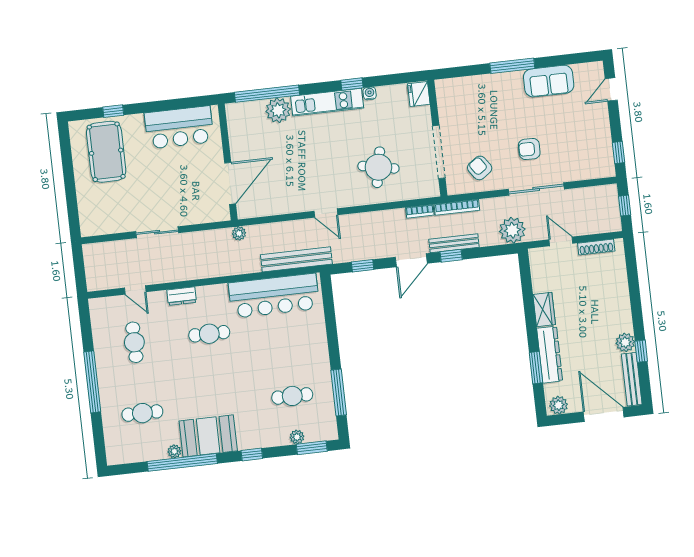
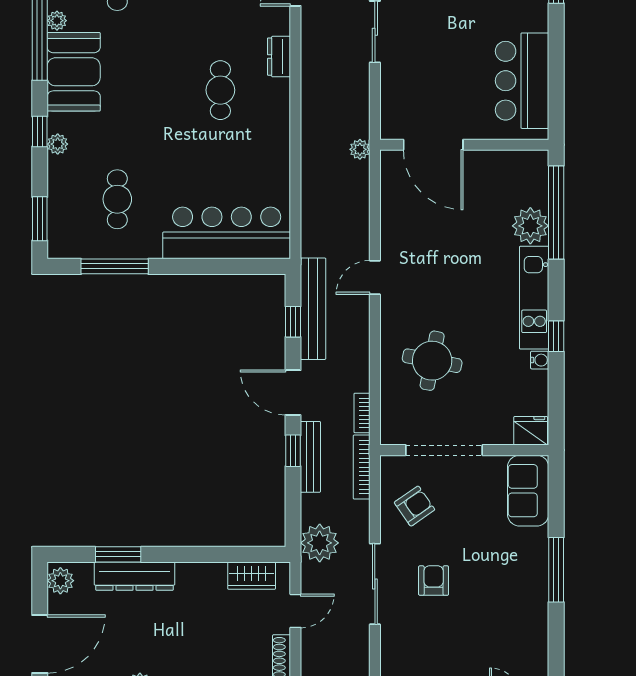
sofa: (549, 81) -> (528, 491), moved
bench: (296, 259) -> (313, 309), moved
bar counter: (274, 296) -> (227, 233), moved, turned 90
wardrobe: (544, 309) -> (252, 576), moved
plant: (297, 437) -> (58, 144), moved

